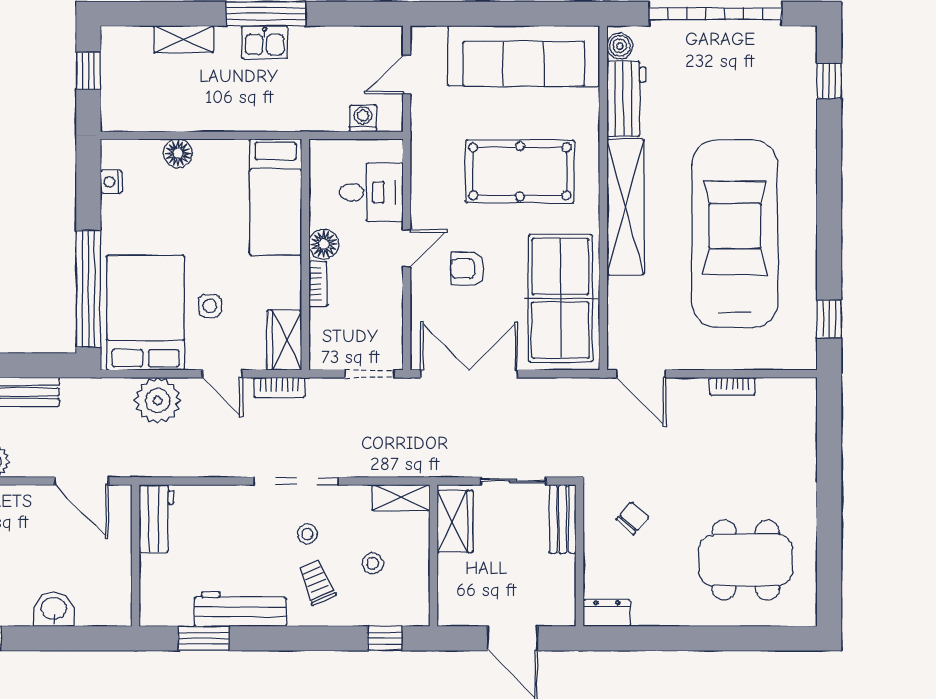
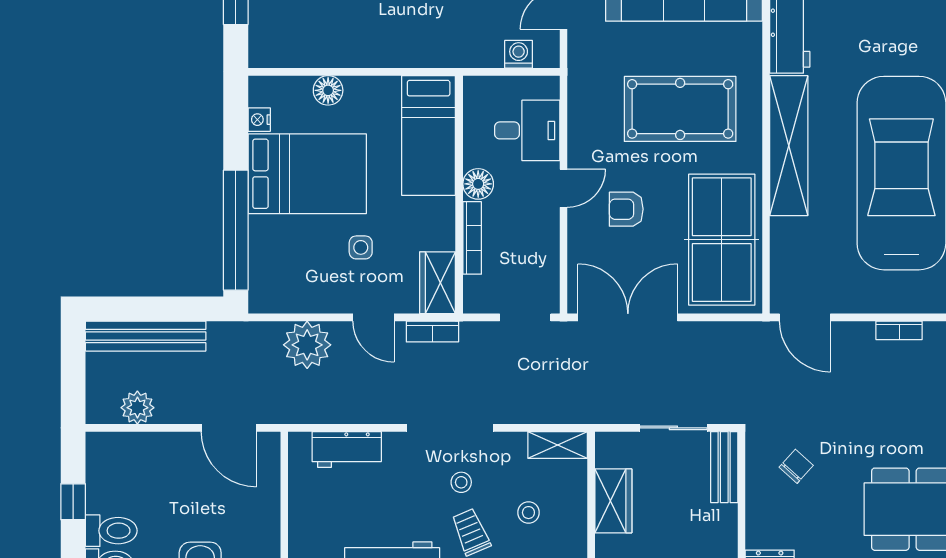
bookcase: (318, 284) -> (472, 238), width x1.56
bed: (146, 313) -> (307, 174), moved, turned 90
workbench: (156, 519) -> (347, 449), moved, turned 90
wardrobe: (455, 521) -> (613, 501), moved

